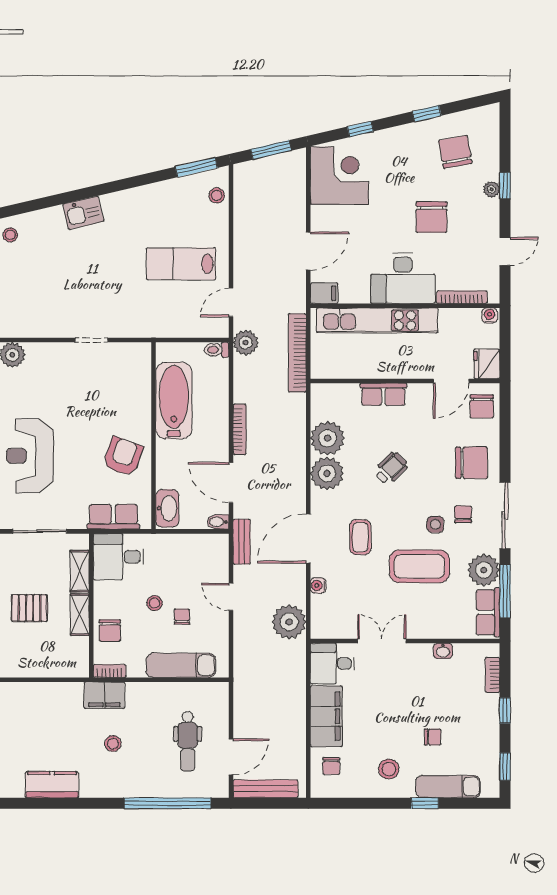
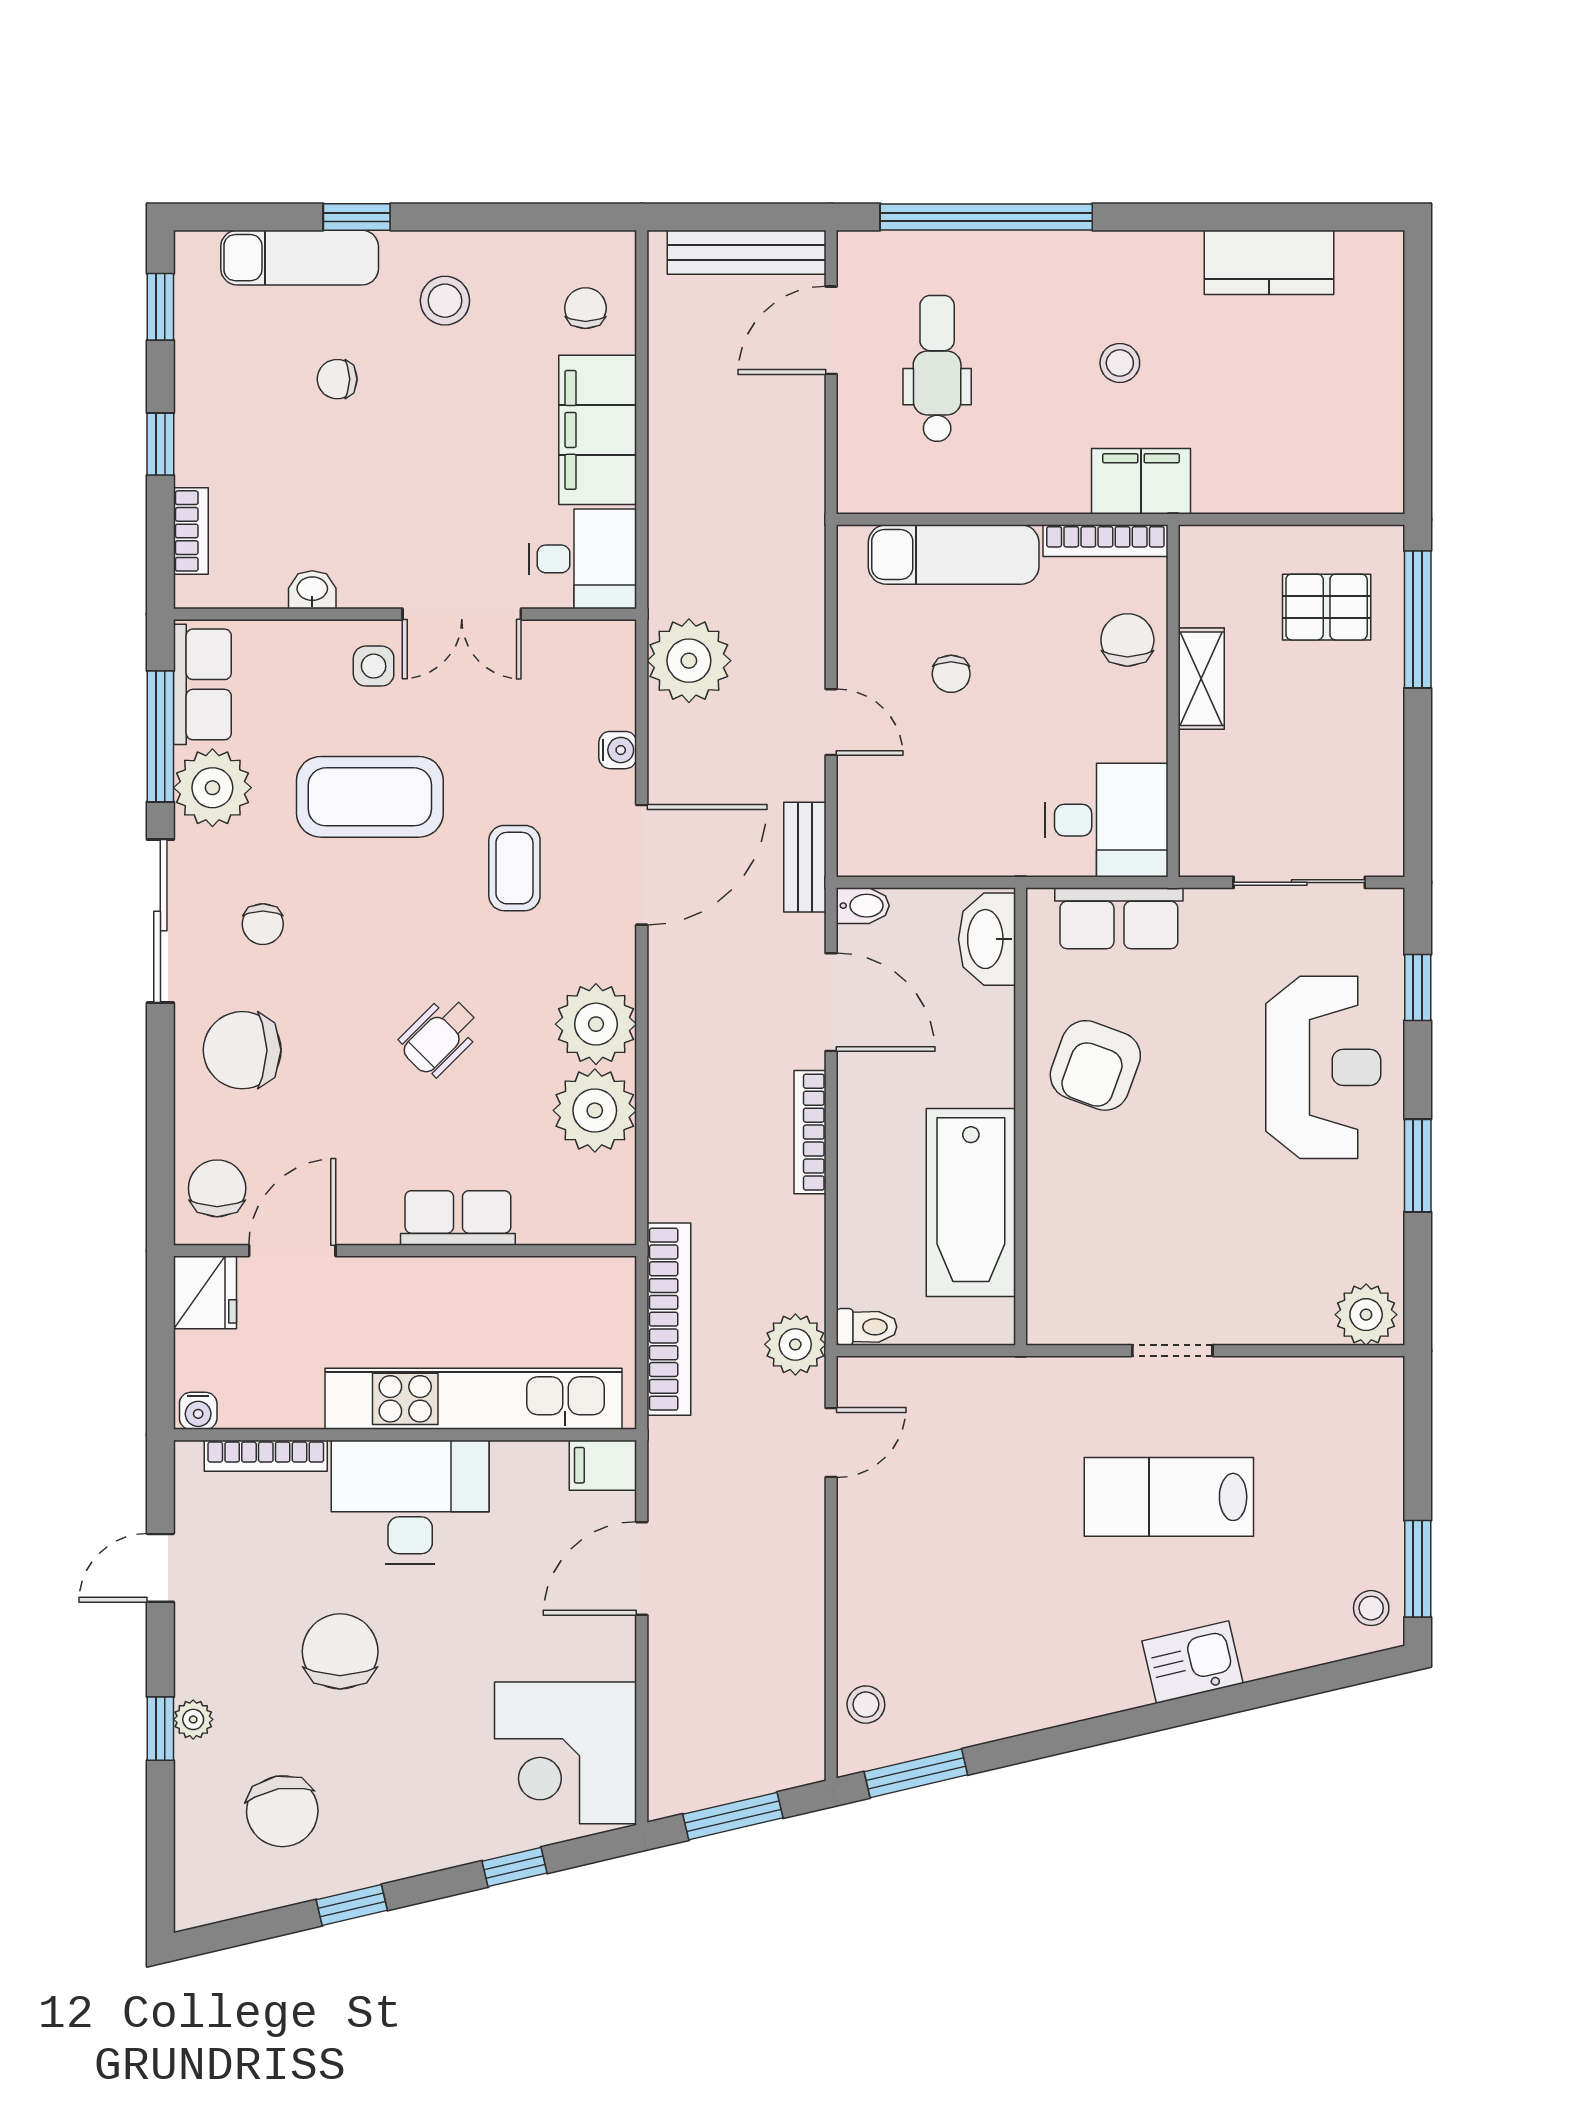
lab bench: (181, 264) -> (1169, 1497), moved, turned 180
side table: (435, 524) -> (374, 666), moved
shelving: (80, 571) -> (1201, 785), removed
stool: (155, 603) -> (1018, 707), removed
pallet: (29, 608) -> (1327, 607), moved
bookcase: (110, 671) -> (1105, 541), width x1.56

